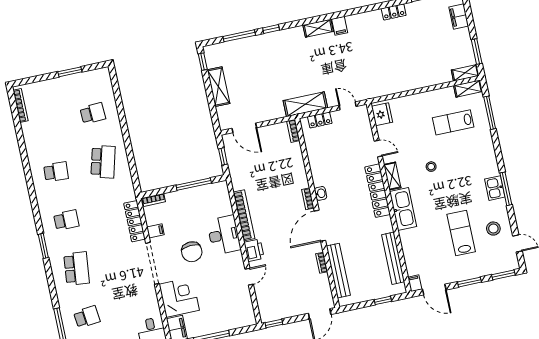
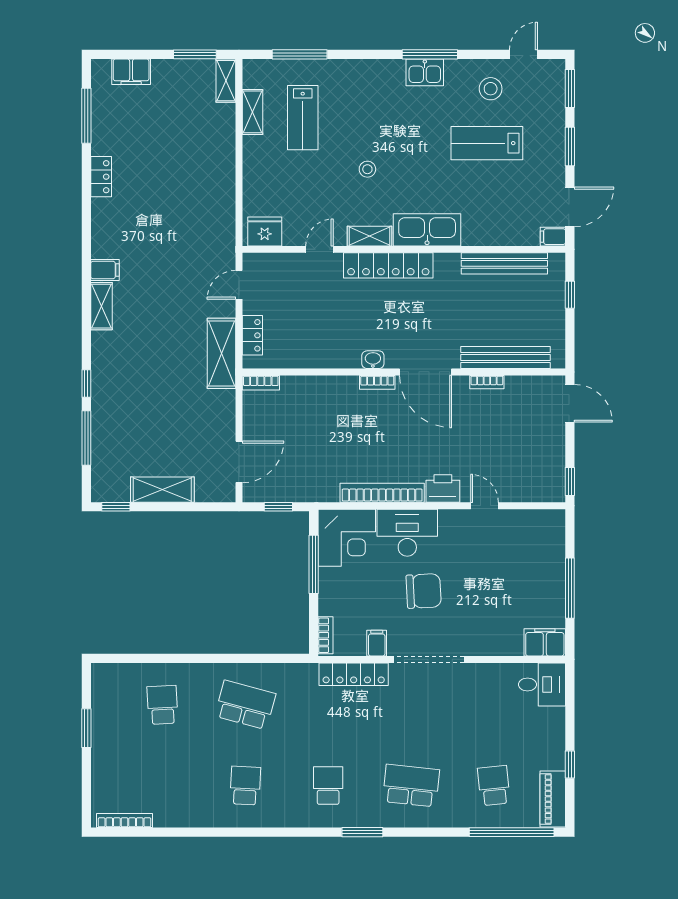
shelving: (468, 89) -> (253, 112), moved
corner desk: (179, 297) -> (347, 538), moved, turned 180

